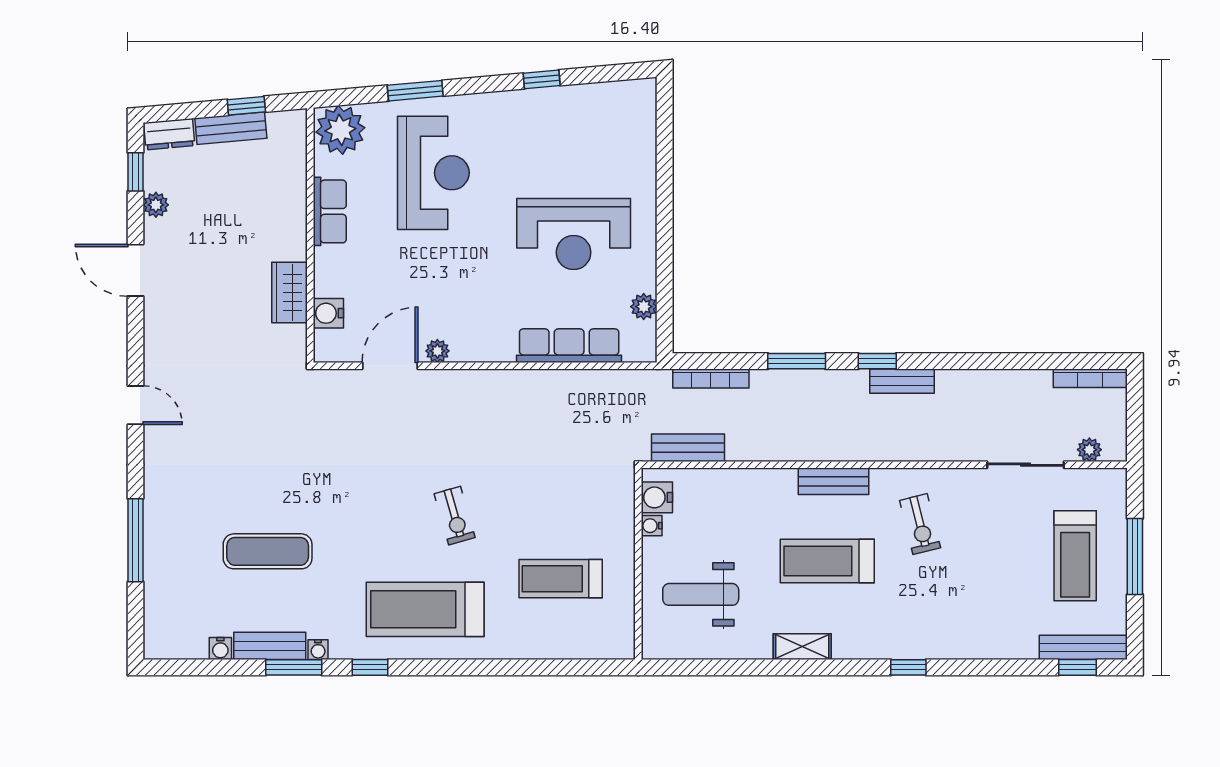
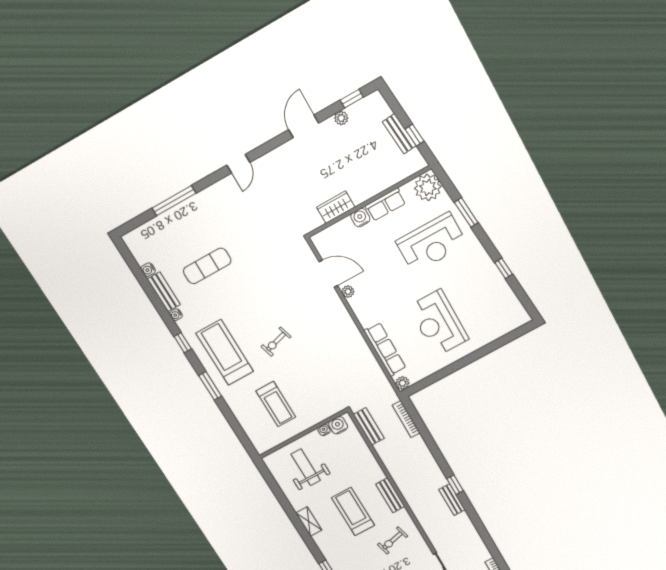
dresser: (169, 134) -> (380, 105), removed
plant: (644, 307) -> (402, 383), moved
water cooler: (328, 313) -> (360, 218), moved
window: (797, 361) -> (435, 451), removed
exercise mat: (268, 551) -> (207, 266), turned 90
treadmill: (561, 579) -> (276, 404), turned 180
window: (294, 667) -> (210, 386), moved

